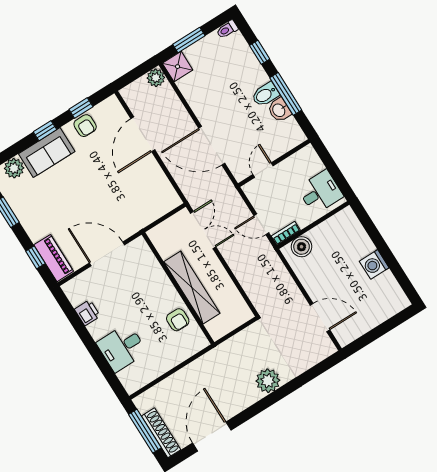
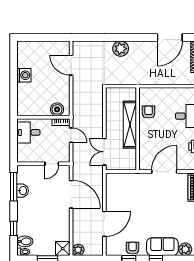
window: (286, 94) -> (14, 187), moved
bidet: (265, 95) -> (25, 241), moved
door: (107, 254) -> (164, 172), swing flipped

